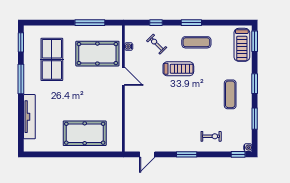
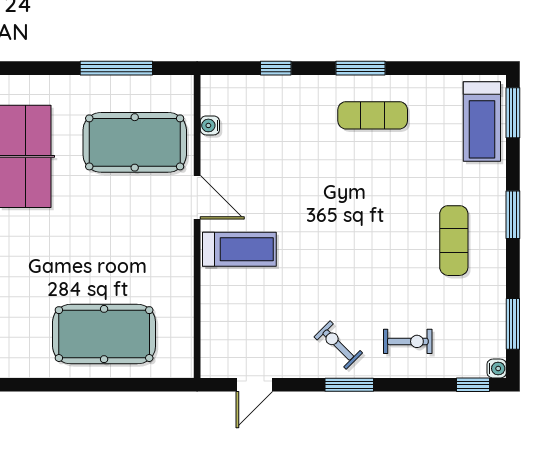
exercise bike: (157, 44) -> (338, 345), moved
treadmill: (178, 69) -> (239, 249), moved
window: (255, 119) -> (513, 324), moved

